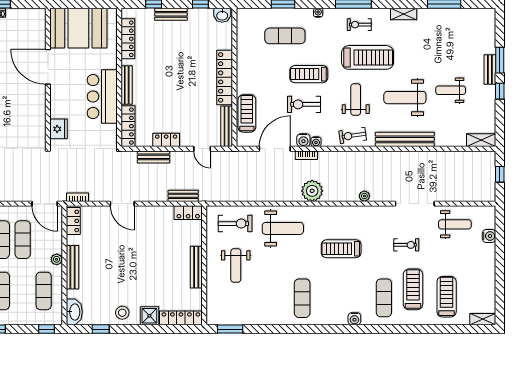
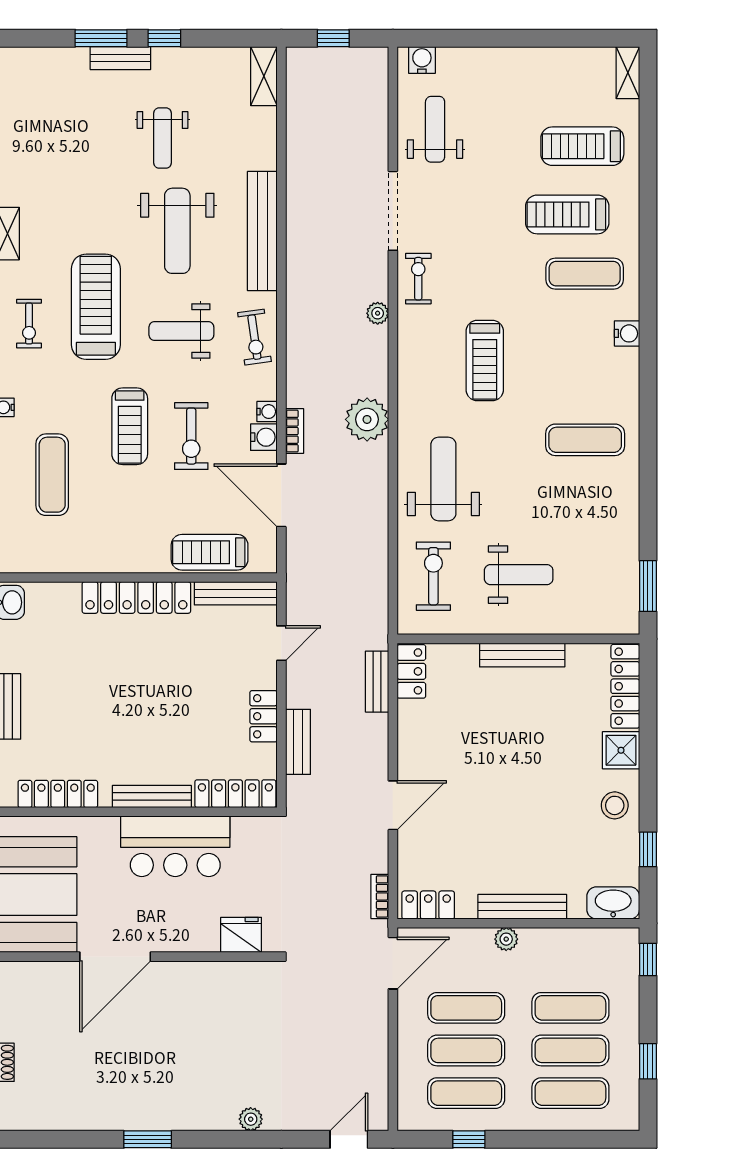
water cooler: (489, 236) -> (422, 60), moved
exercise bike: (406, 245) -> (418, 279), moved
exercise mat: (44, 291) -> (570, 1008), moved

